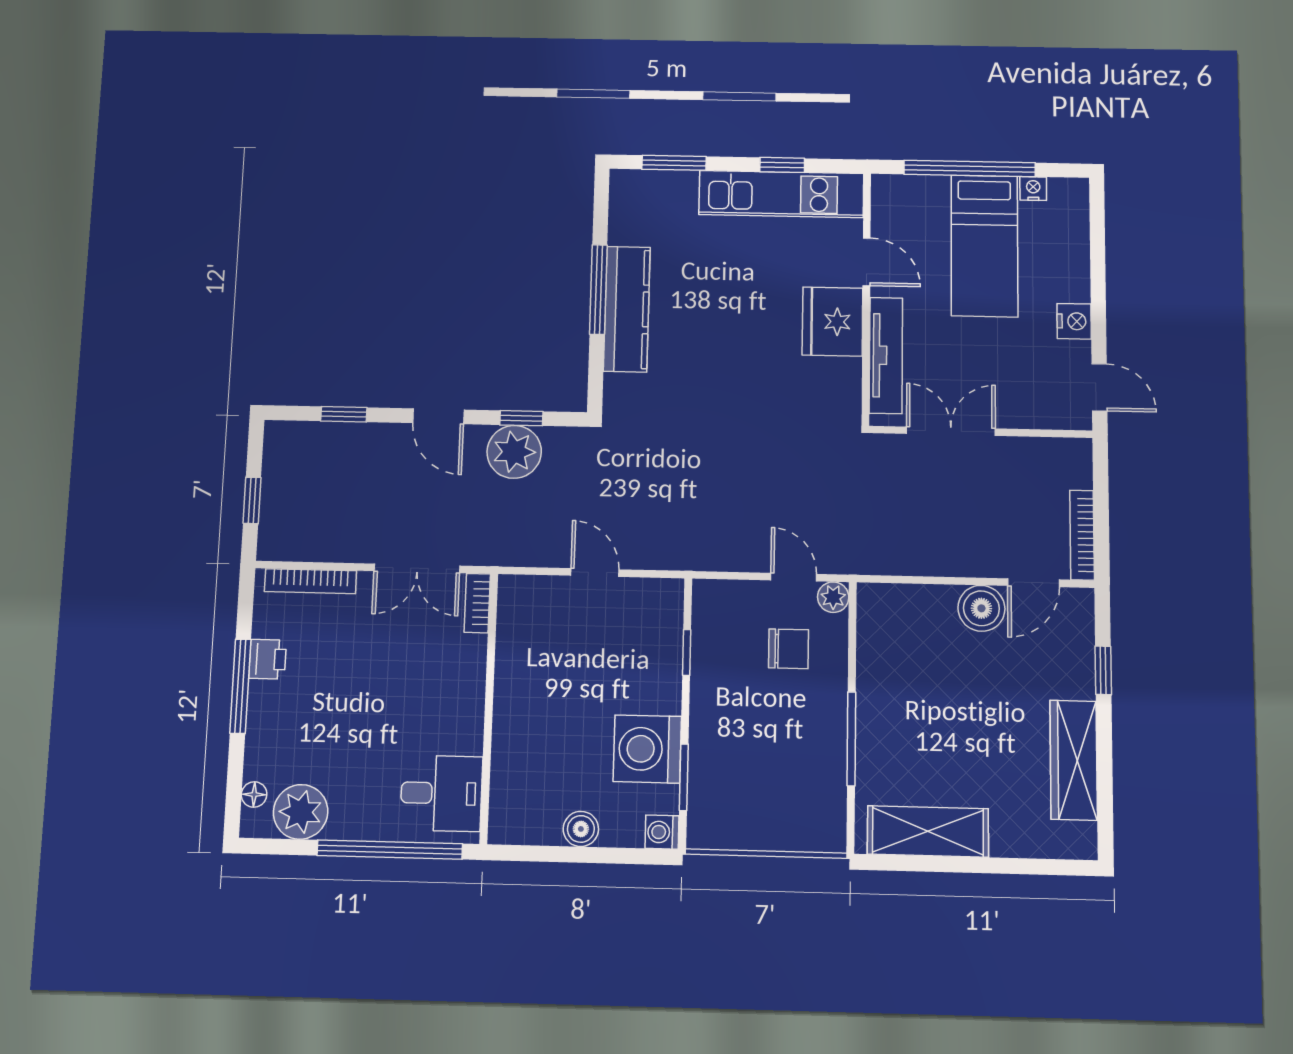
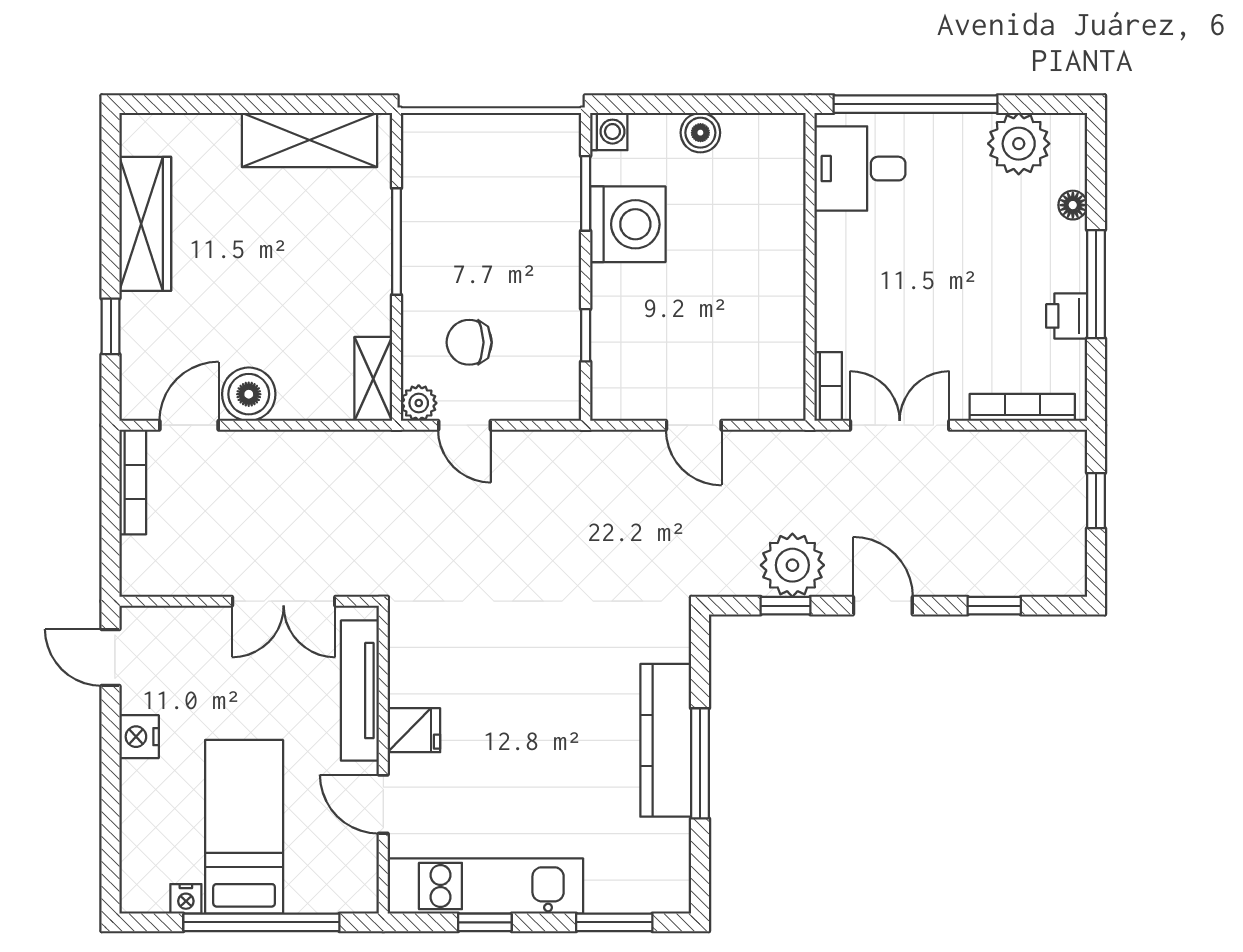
fridge: (832, 322) -> (414, 730), width x0.53, depth x0.75
shelving: (873, 619) -> (373, 379), added
floor lamp: (254, 794) -> (1073, 205), moved

